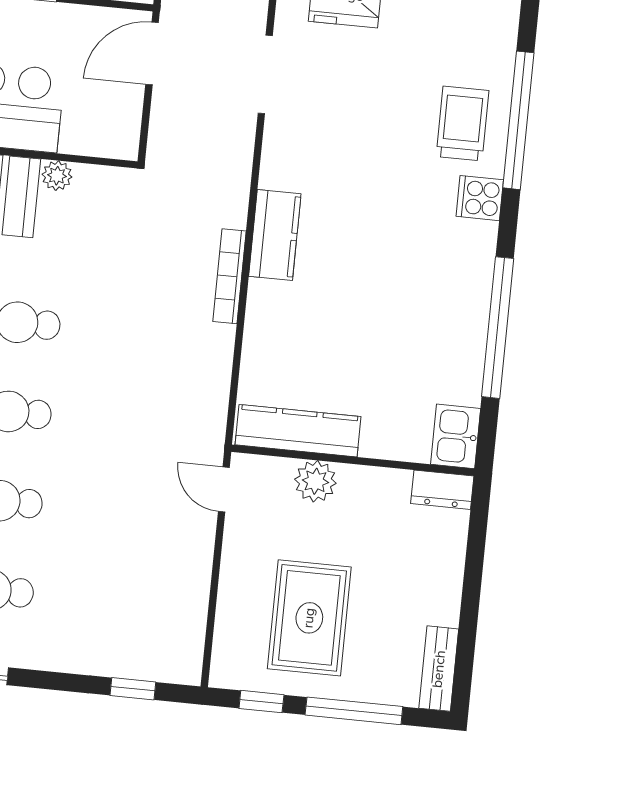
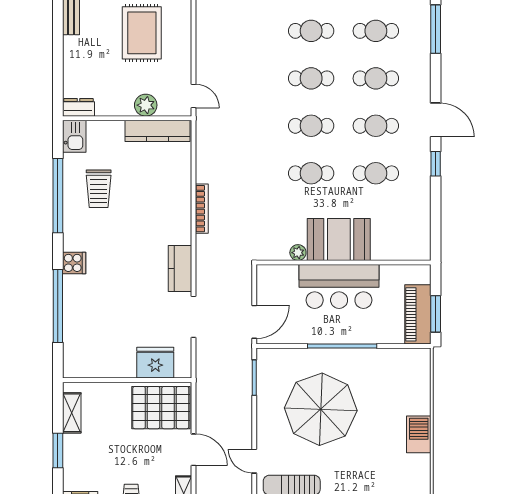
trolley: (462, 123) -> (99, 189), moved
kitchen counter: (275, 235) -> (180, 269), moved

